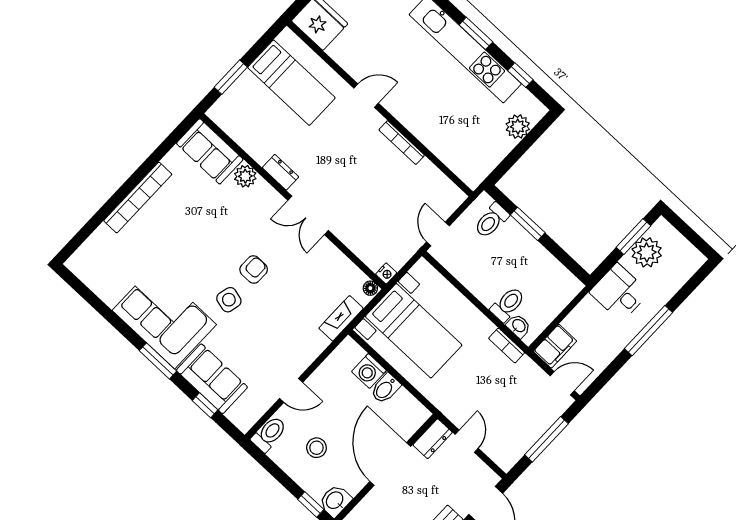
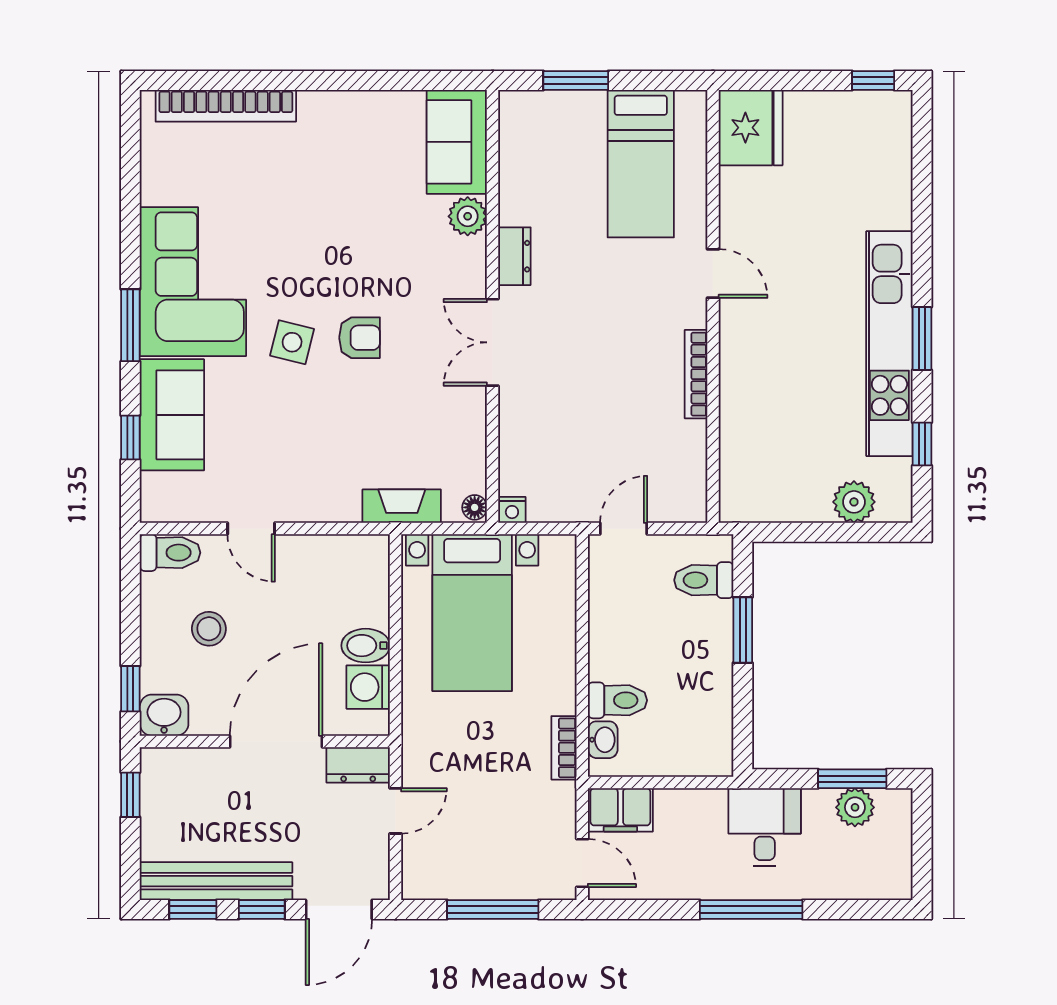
bookcase: (138, 198) -> (226, 106), moved
plant: (647, 252) -> (855, 807), width x0.73, depth x0.73
washing machine: (369, 371) -> (368, 687), moved

